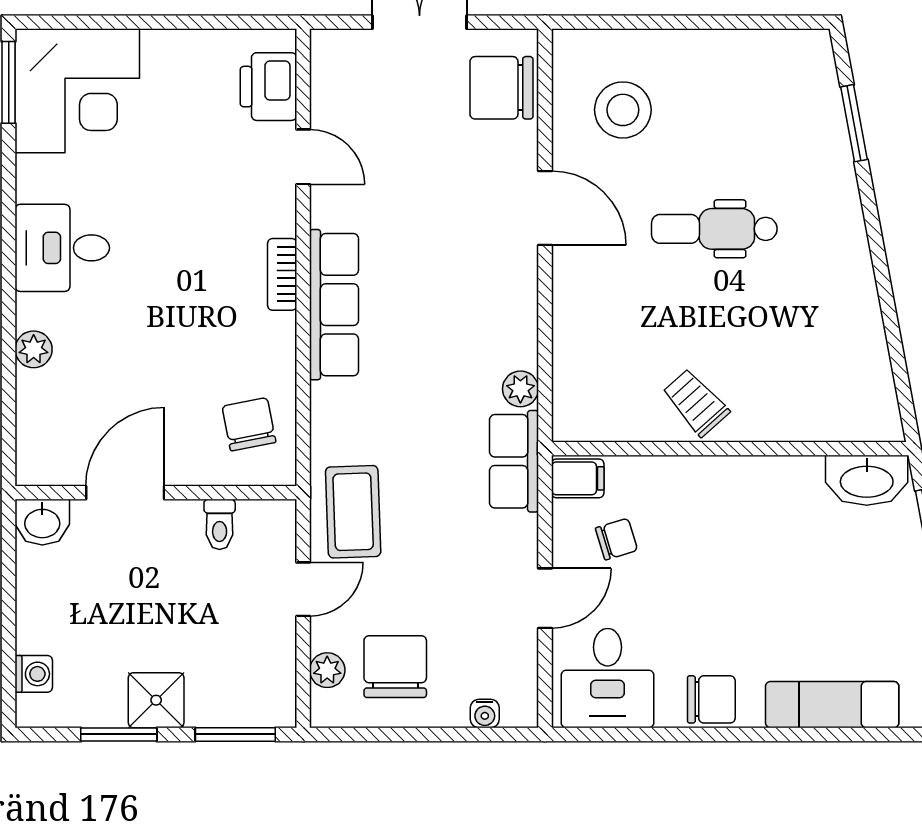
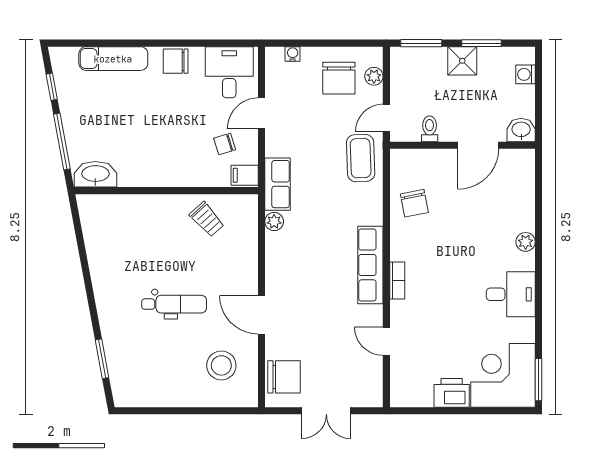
printer: (268, 87) -> (452, 393), moved, turned -90
trolley: (696, 403) -> (207, 219), moved
door: (125, 493) -> (478, 145), moved
wall: (156, 493) -> (462, 145), moved
washbasin: (42, 522) -> (521, 130), moved
toilet: (220, 524) -> (430, 129), moved

